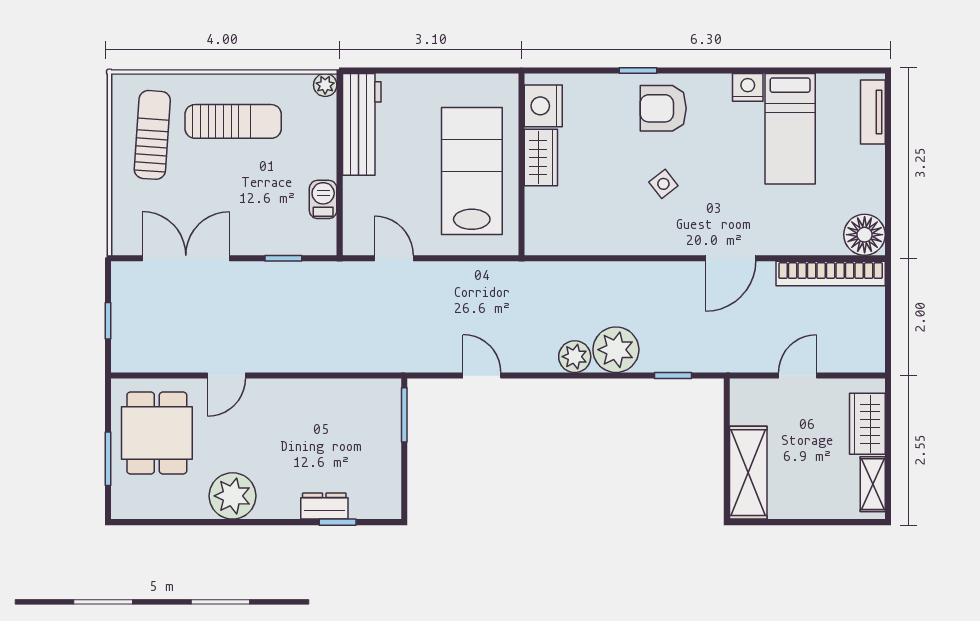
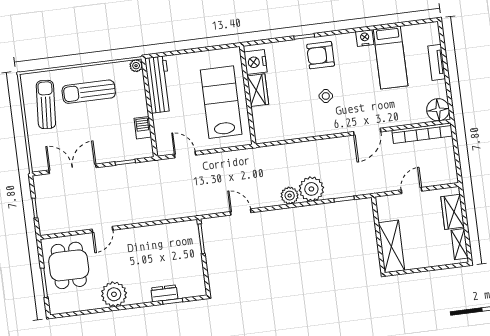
tv unit: (873, 112) -> (437, 62), moved
sun lounger: (233, 121) -> (89, 92), turned 180

